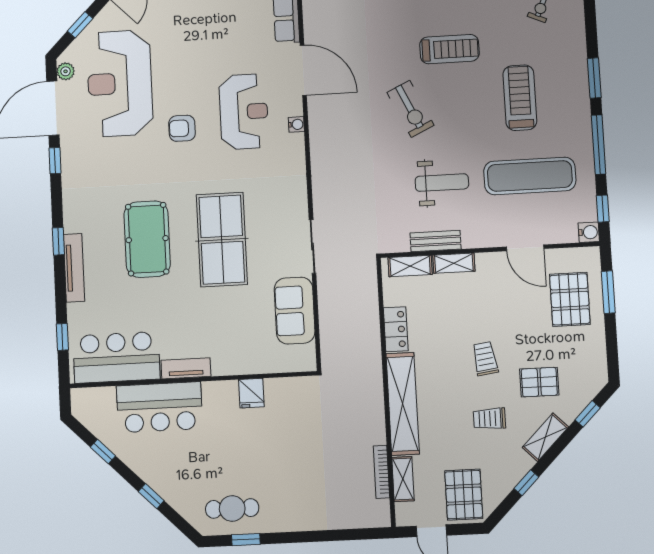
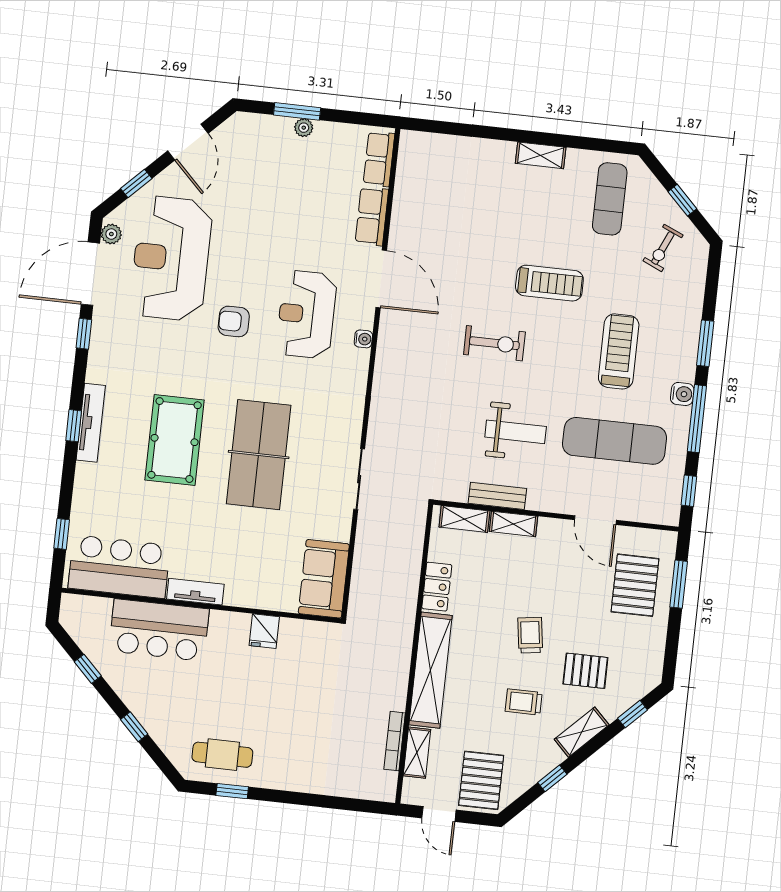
exercise bike: (410, 109) -> (494, 343), turned -65
reception desk: (244, 112) -> (306, 314), turned 180
water cooler: (589, 232) -> (682, 394), moved
tv unit: (74, 268) -> (91, 423), moved
sofa: (295, 311) -> (324, 579), moved

